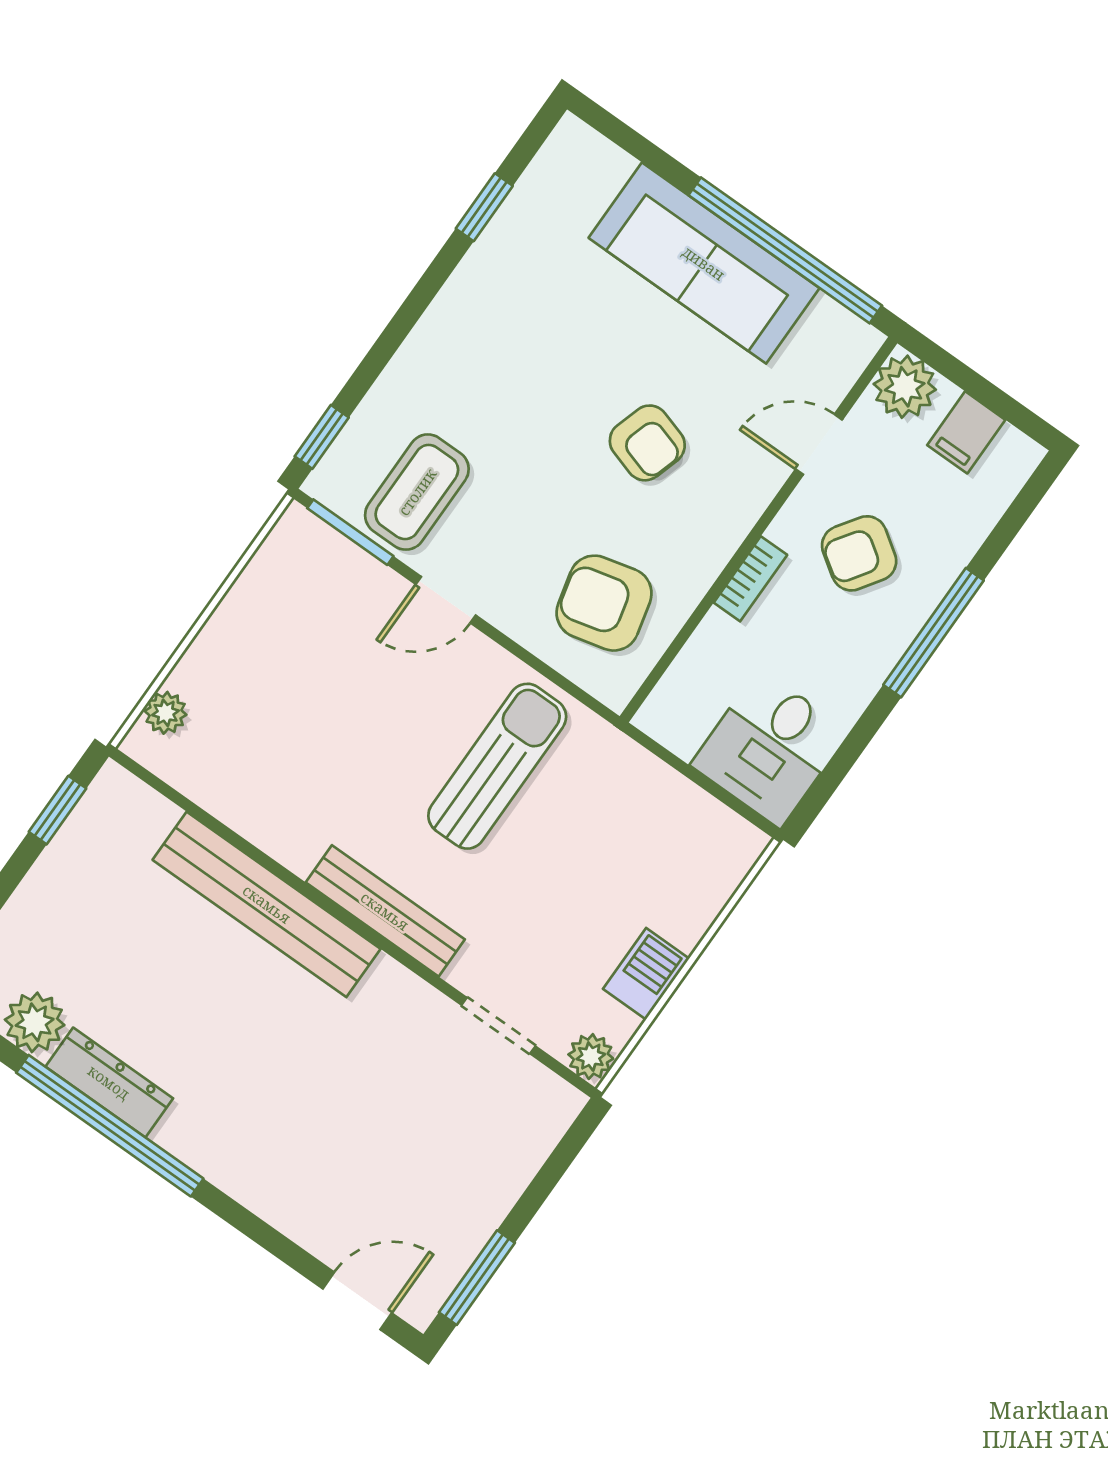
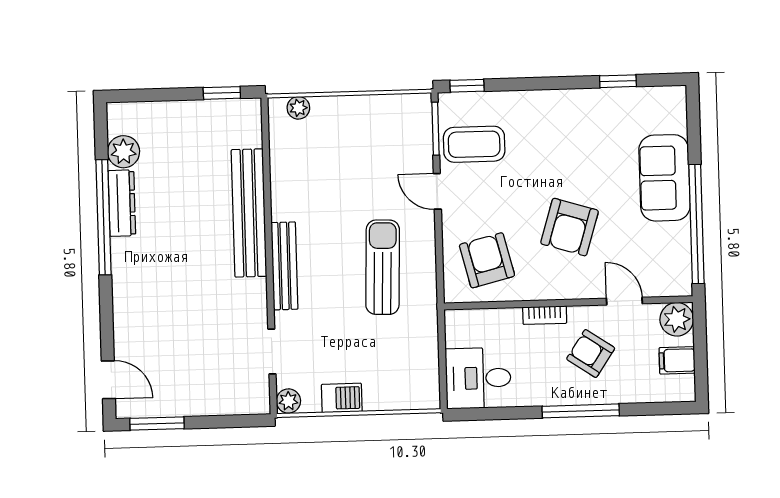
sofa: (704, 263) -> (664, 178), width x0.73
armchair: (647, 443) -> (570, 227), width x1.38, depth x1.38
sun lounger: (497, 766) -> (383, 267), turned -88

